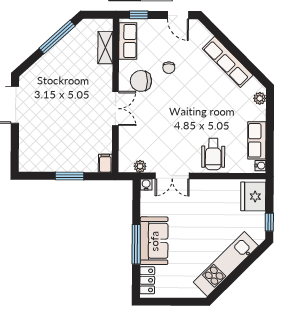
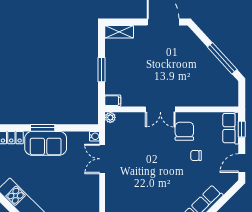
row of seats: (128, 41) -> (231, 128), moved, turned 90
shelving: (105, 48) -> (119, 32), moved
wheelchair: (213, 154) -> (121, 194), removed
plant: (140, 166) -> (110, 117), moved
window: (136, 244) -> (43, 128), width x0.69

